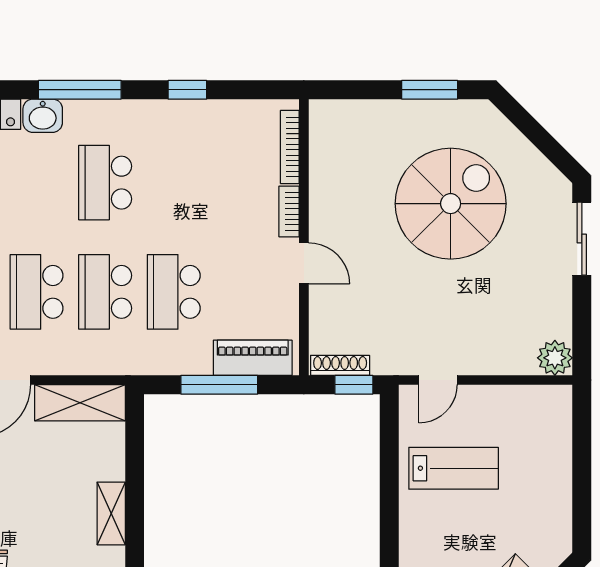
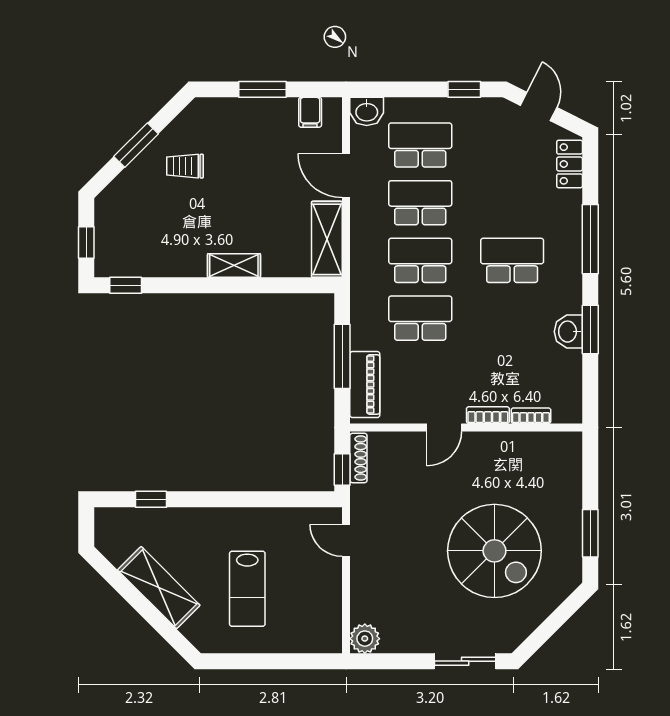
window: (187, 90) -> (590, 330), width x1.50
washbasin: (43, 116) -> (568, 332), moved
bookcase: (290, 147) -> (531, 416), width x0.64
lab bench: (454, 468) -> (247, 589), moved

